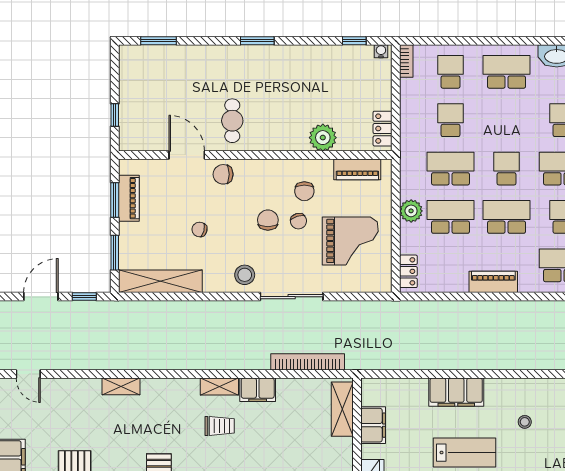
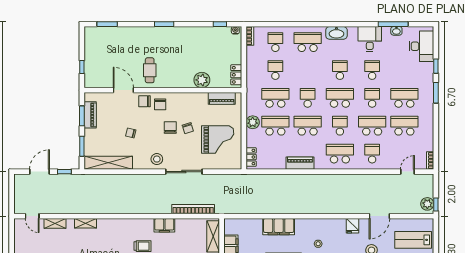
chair: (304, 191) -> (160, 104), moved
shelving: (219, 387) -> (55, 223), moved

